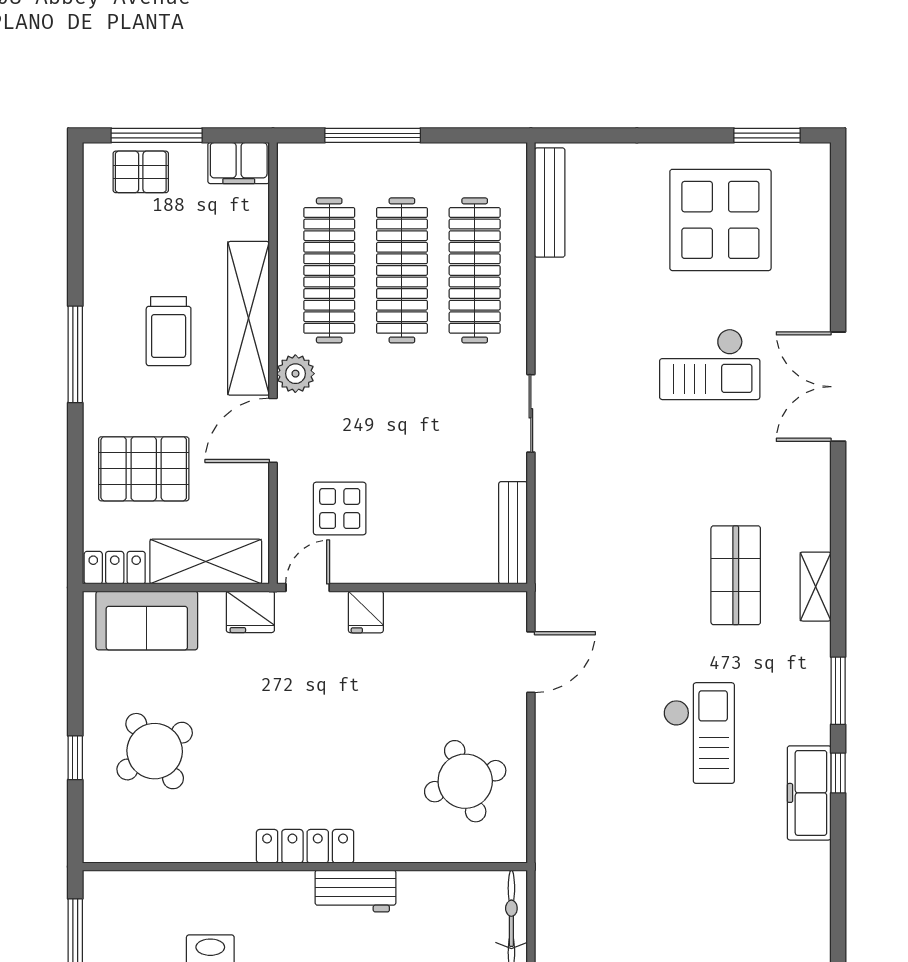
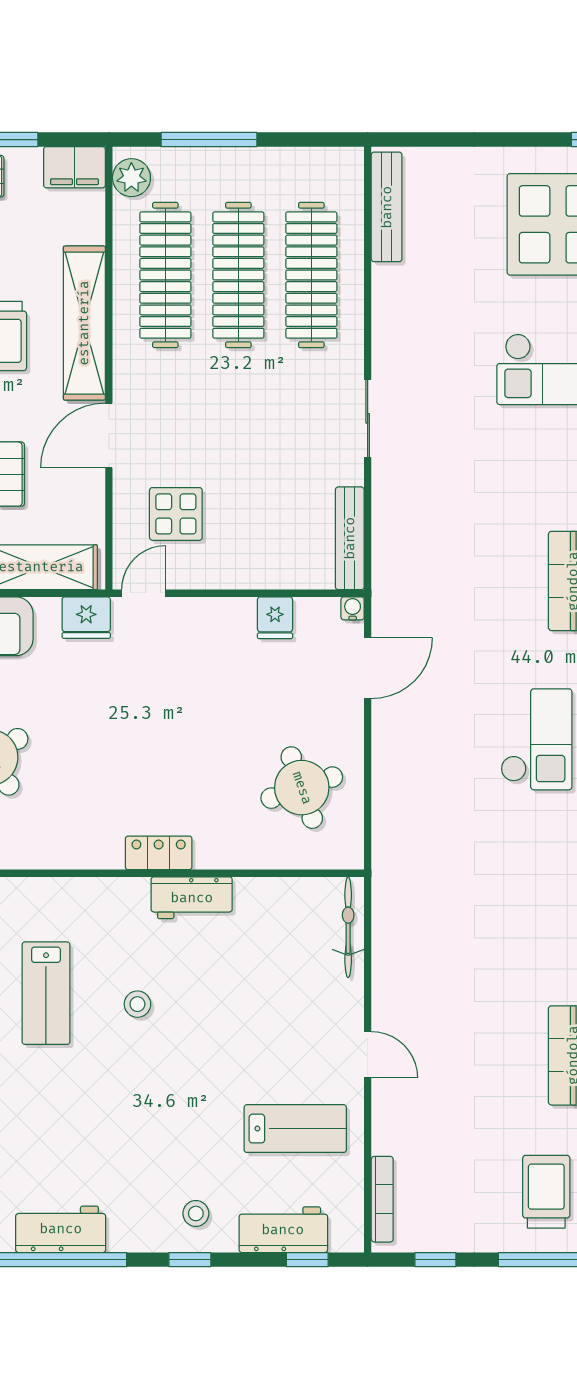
plant: (295, 374) -> (131, 178), moved
water cooler: (516, 603) -> (353, 608), added
fridge: (366, 612) -> (275, 618), moved
locker: (305, 846) -> (159, 853), width x0.66

